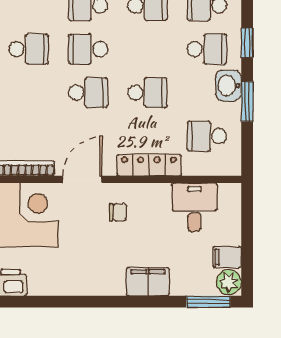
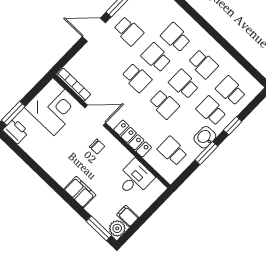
school desk: (148, 49) -> (184, 84), added
school desk: (207, 49) -> (211, 111), turned 180

